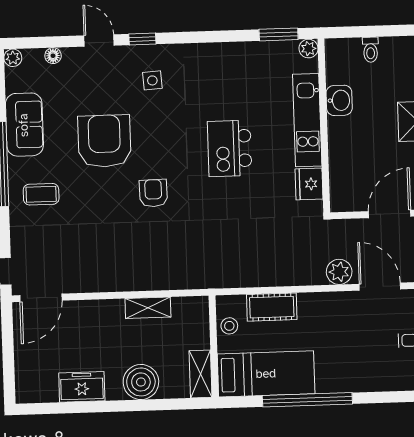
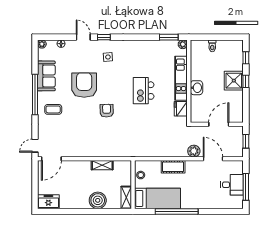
washbasin: (339, 100) -> (197, 88), moved
cot: (272, 307) -> (173, 167), moved
freezer: (82, 387) -> (48, 202), moved

